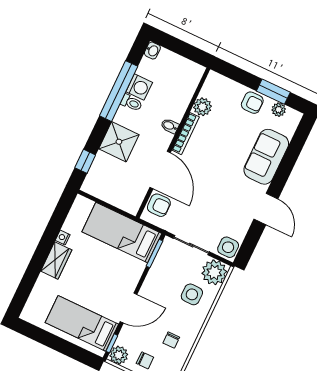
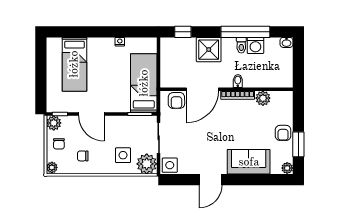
plant: (279, 110) -> (287, 168), moved
wardrobe: (56, 260) -> (101, 45), removed
bed: (82, 323) -> (74, 64), moved, turned 180

